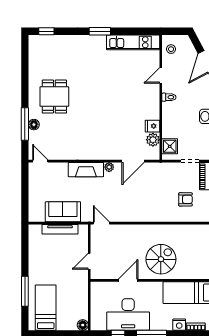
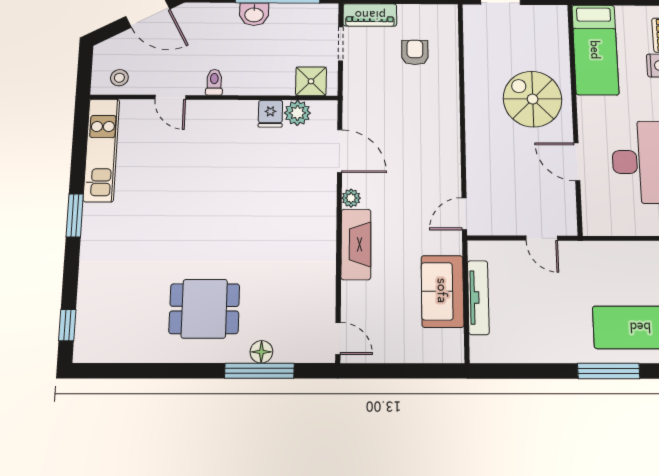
door: (40, 161) -> (338, 338), swing flipped

